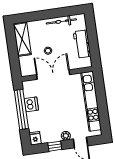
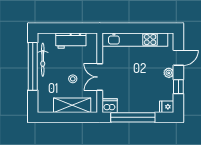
window: (54, 13) -> (33, 66), added
shelving: (22, 39) -> (72, 105), moved
double door: (53, 75) -> (100, 77), width x0.73
dishwasher: (31, 104) -> (110, 106), moved

